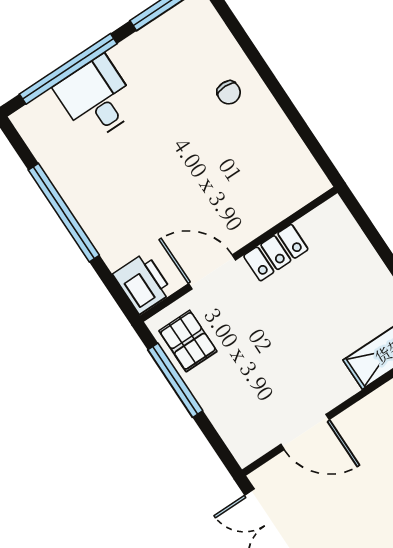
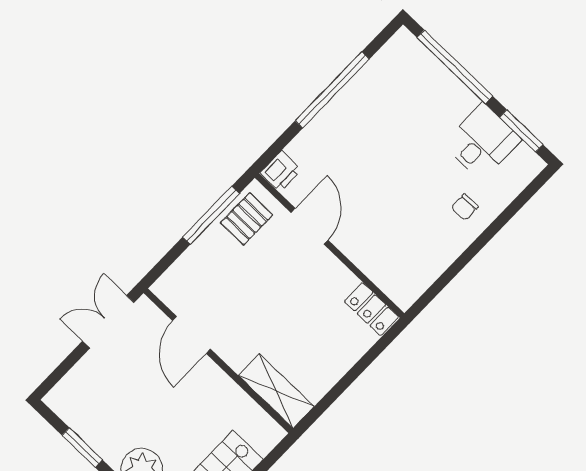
desk: (97, 98) -> (482, 142), moved
locker: (276, 253) -> (371, 309), moved
printer: (143, 283) -> (281, 171), width x0.73, depth x0.81

